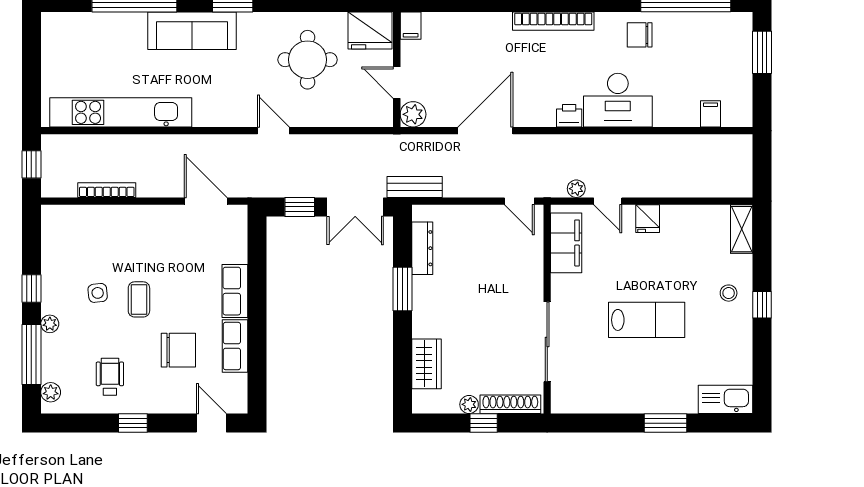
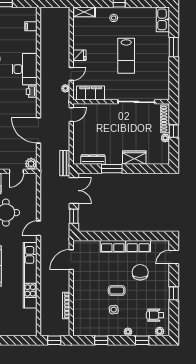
kitchen unit: (121, 112) -> (30, 275), moved
window: (31, 288) -> (101, 340), moved
lab bench: (647, 320) -> (126, 56), turned 180
window: (31, 354) -> (142, 340), width x0.46
wardrobe: (427, 364) -> (134, 158), moved
wheelchair: (110, 377) -> (155, 315), moved

